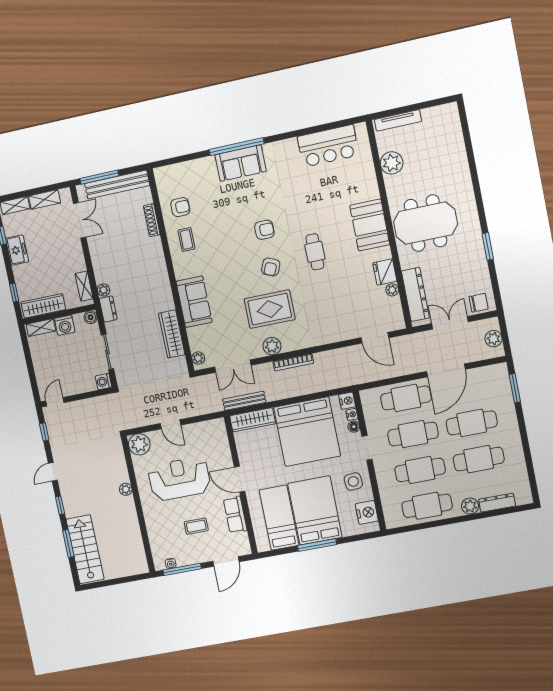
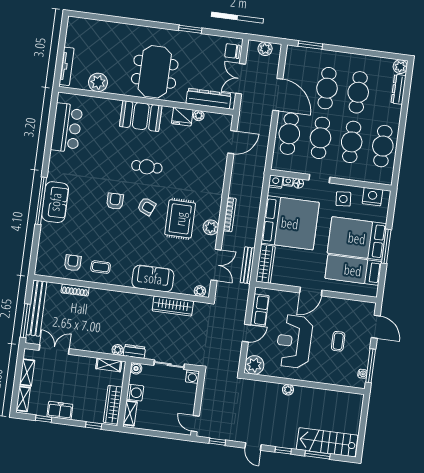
chair: (479, 303) -> (232, 51), turned -90
plant: (470, 506) -> (400, 67), moved
row of seats: (235, 515) -> (260, 310), moved, turned -90

